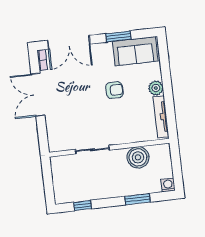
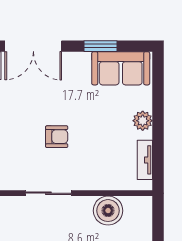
armchair: (114, 90) -> (57, 137), moved
tv unit: (161, 117) -> (145, 160), width x0.71

